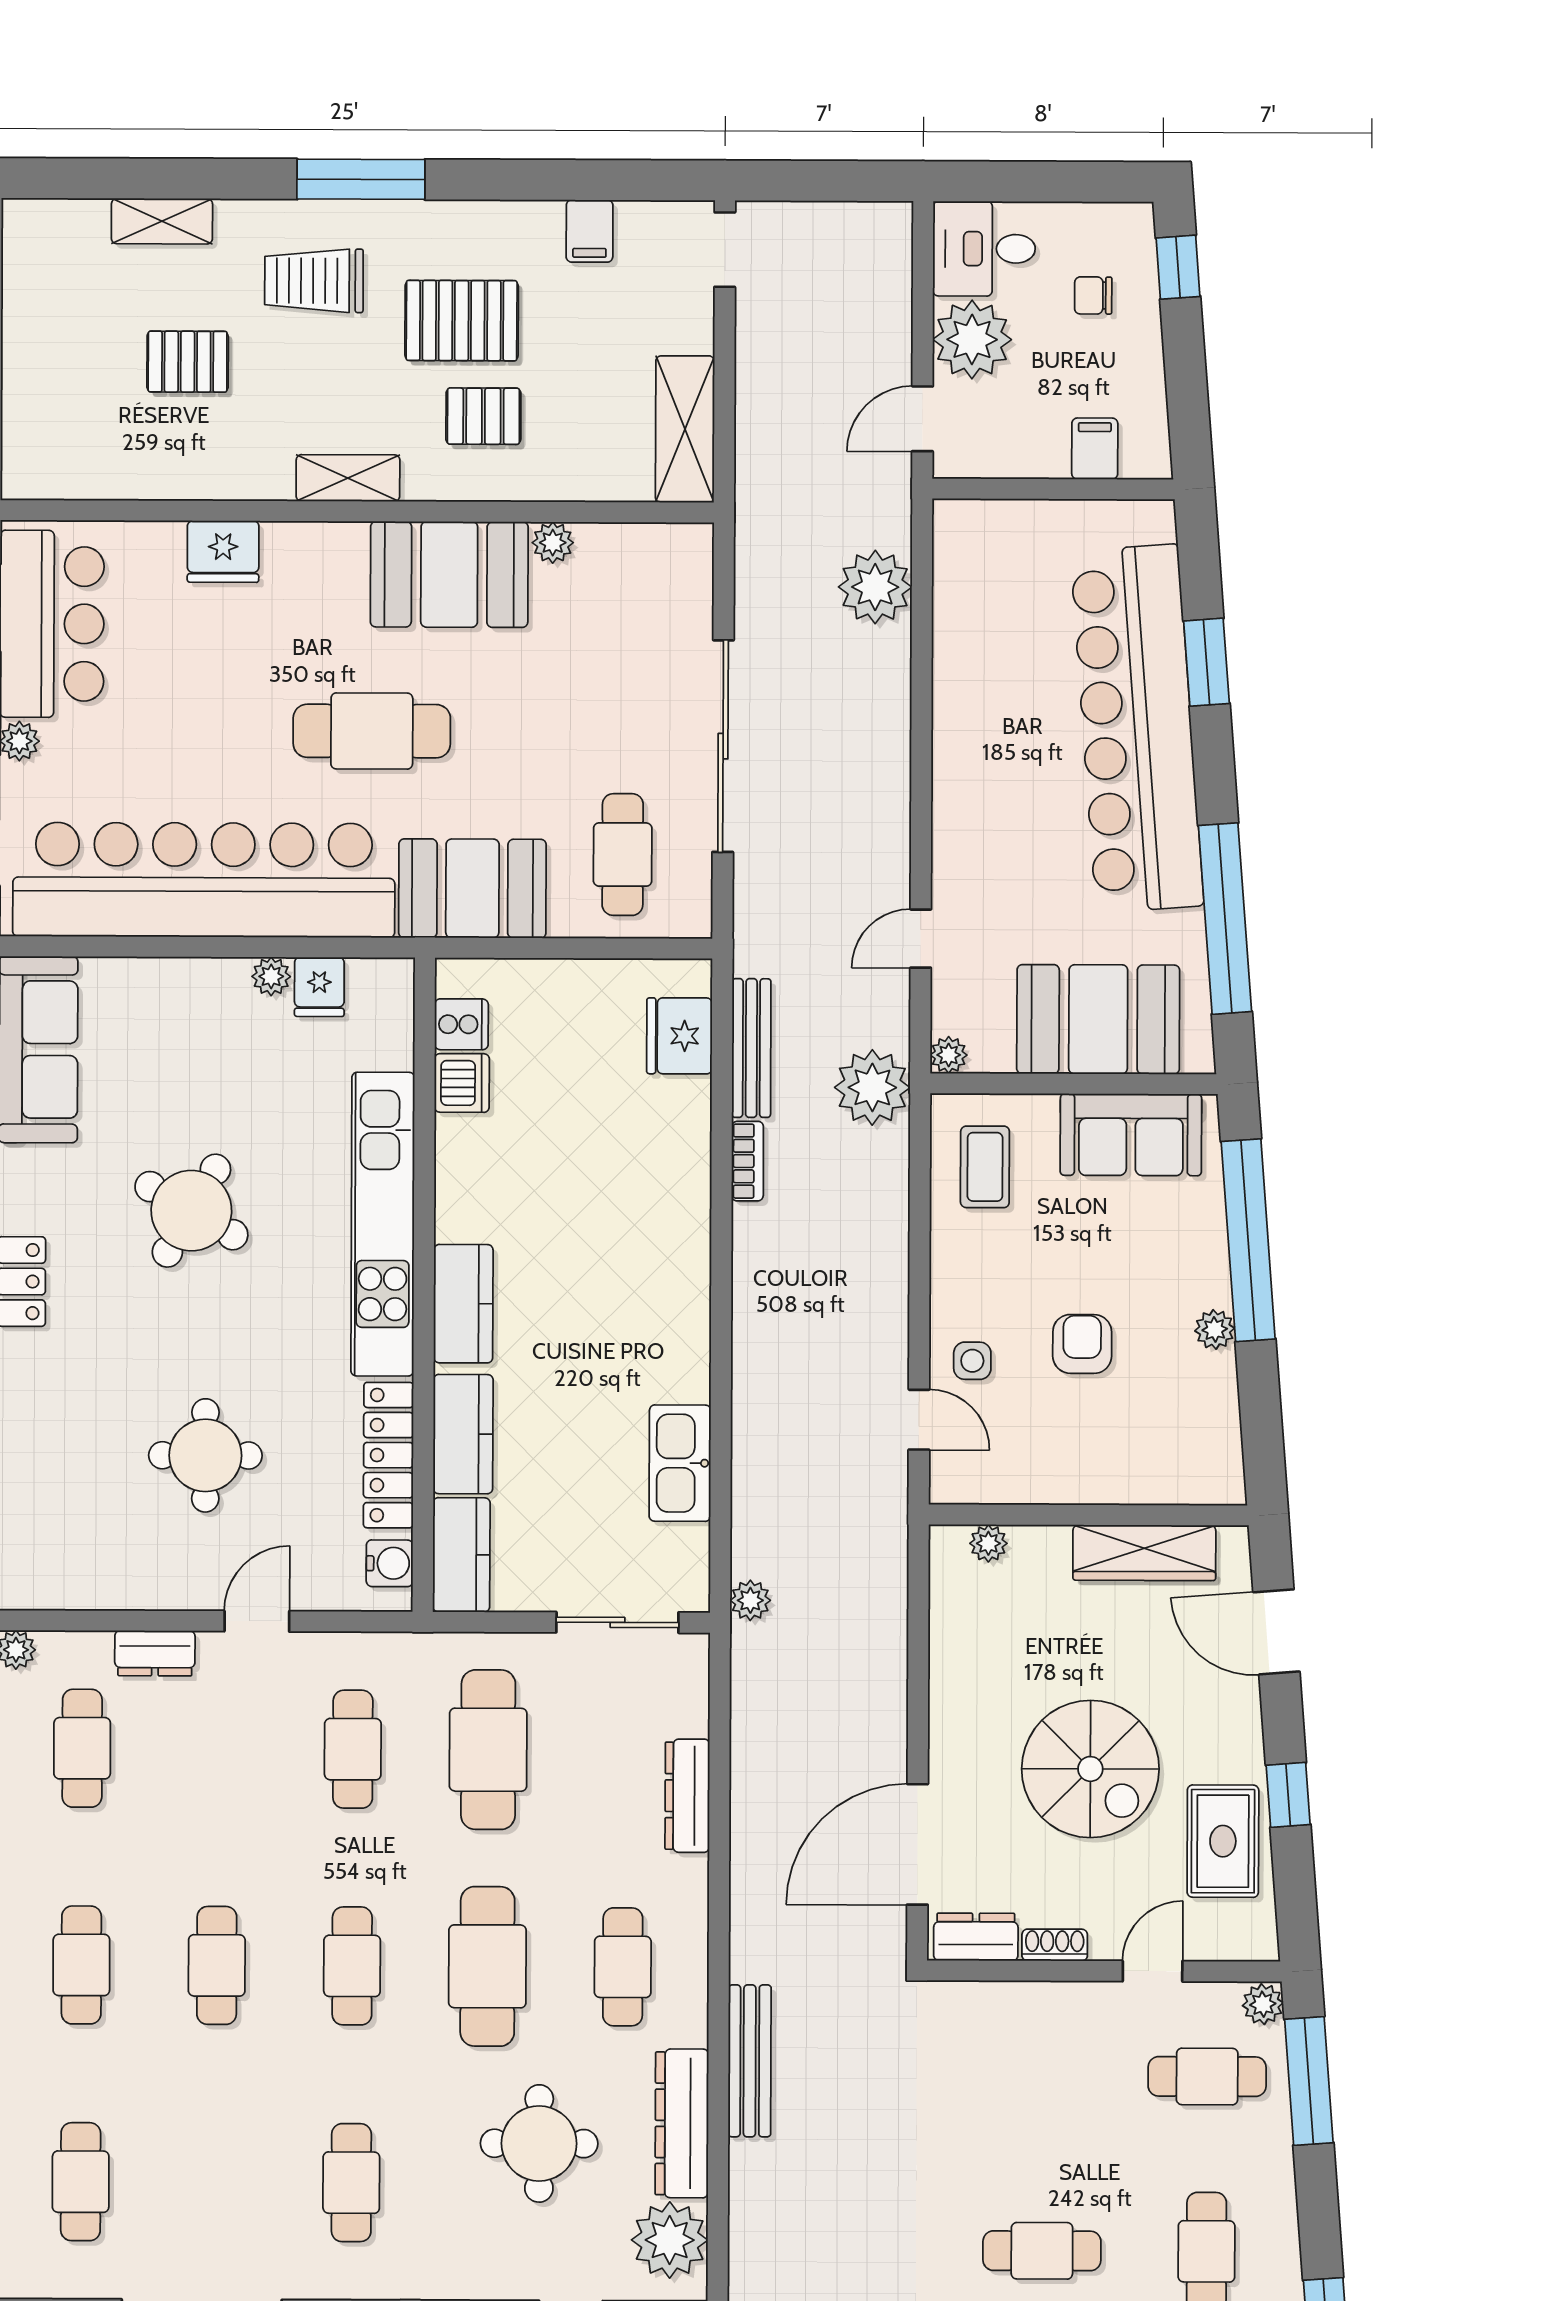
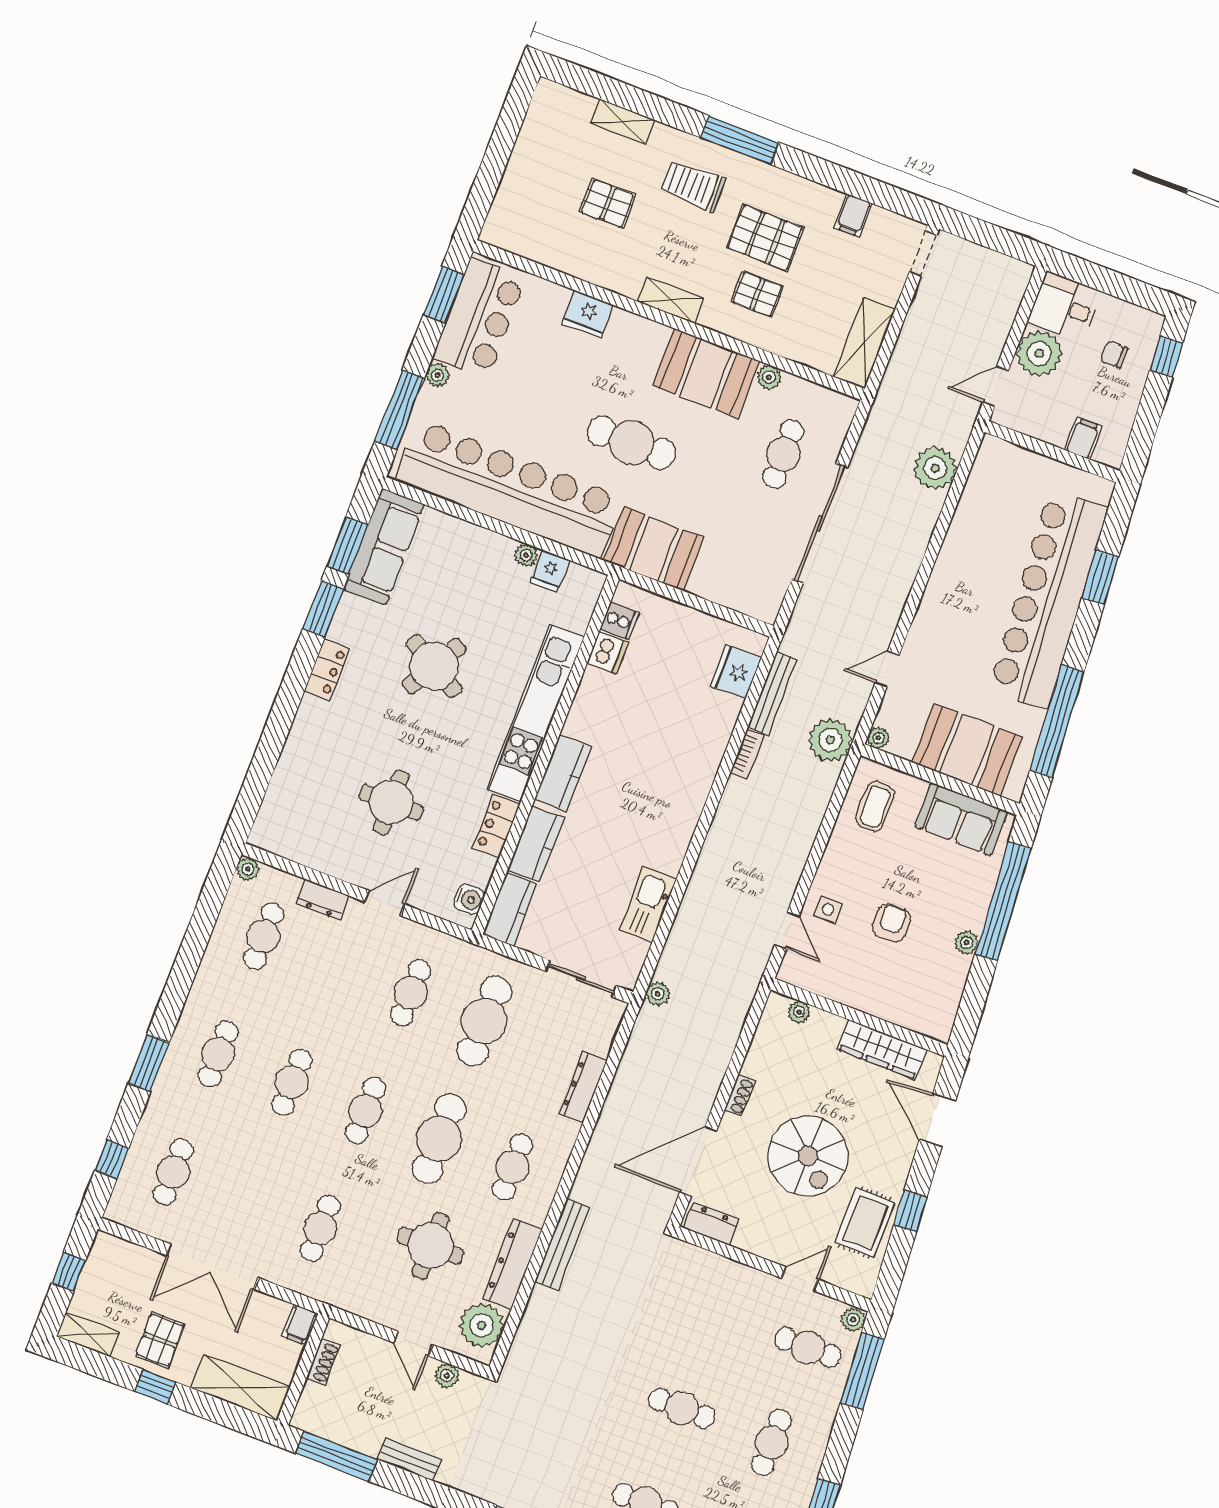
cafe table: (623, 855) -> (783, 454), moved
locker: (388, 1455) -> (496, 826), width x0.66
shoe rack: (1055, 1945) -> (740, 1095), moved, turned 90

